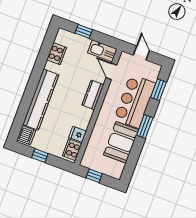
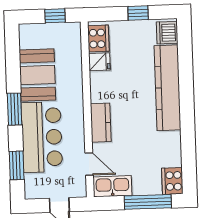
window: (84, 31) -> (148, 202), width x2.17
cooker: (57, 54) -> (172, 181), moved

